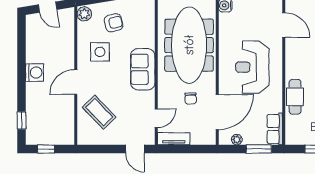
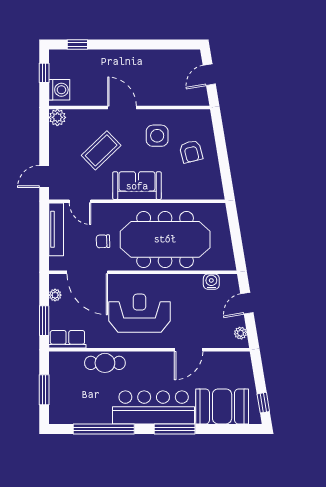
plant: (84, 14) -> (57, 117), moved
washing machine: (35, 73) -> (59, 90), moved, turned -90
coffee table: (99, 112) -> (101, 150), moved
tv unit: (174, 139) -> (56, 229), width x1.41

